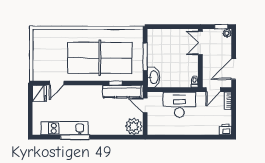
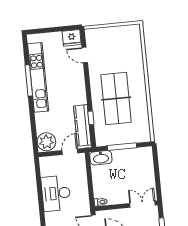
table tennis table: (100, 58) -> (116, 98), width x0.73, depth x0.76
desk: (179, 105) -> (56, 193), moved, turned 180
kitchen unit: (65, 128) -> (38, 77), width x1.36

